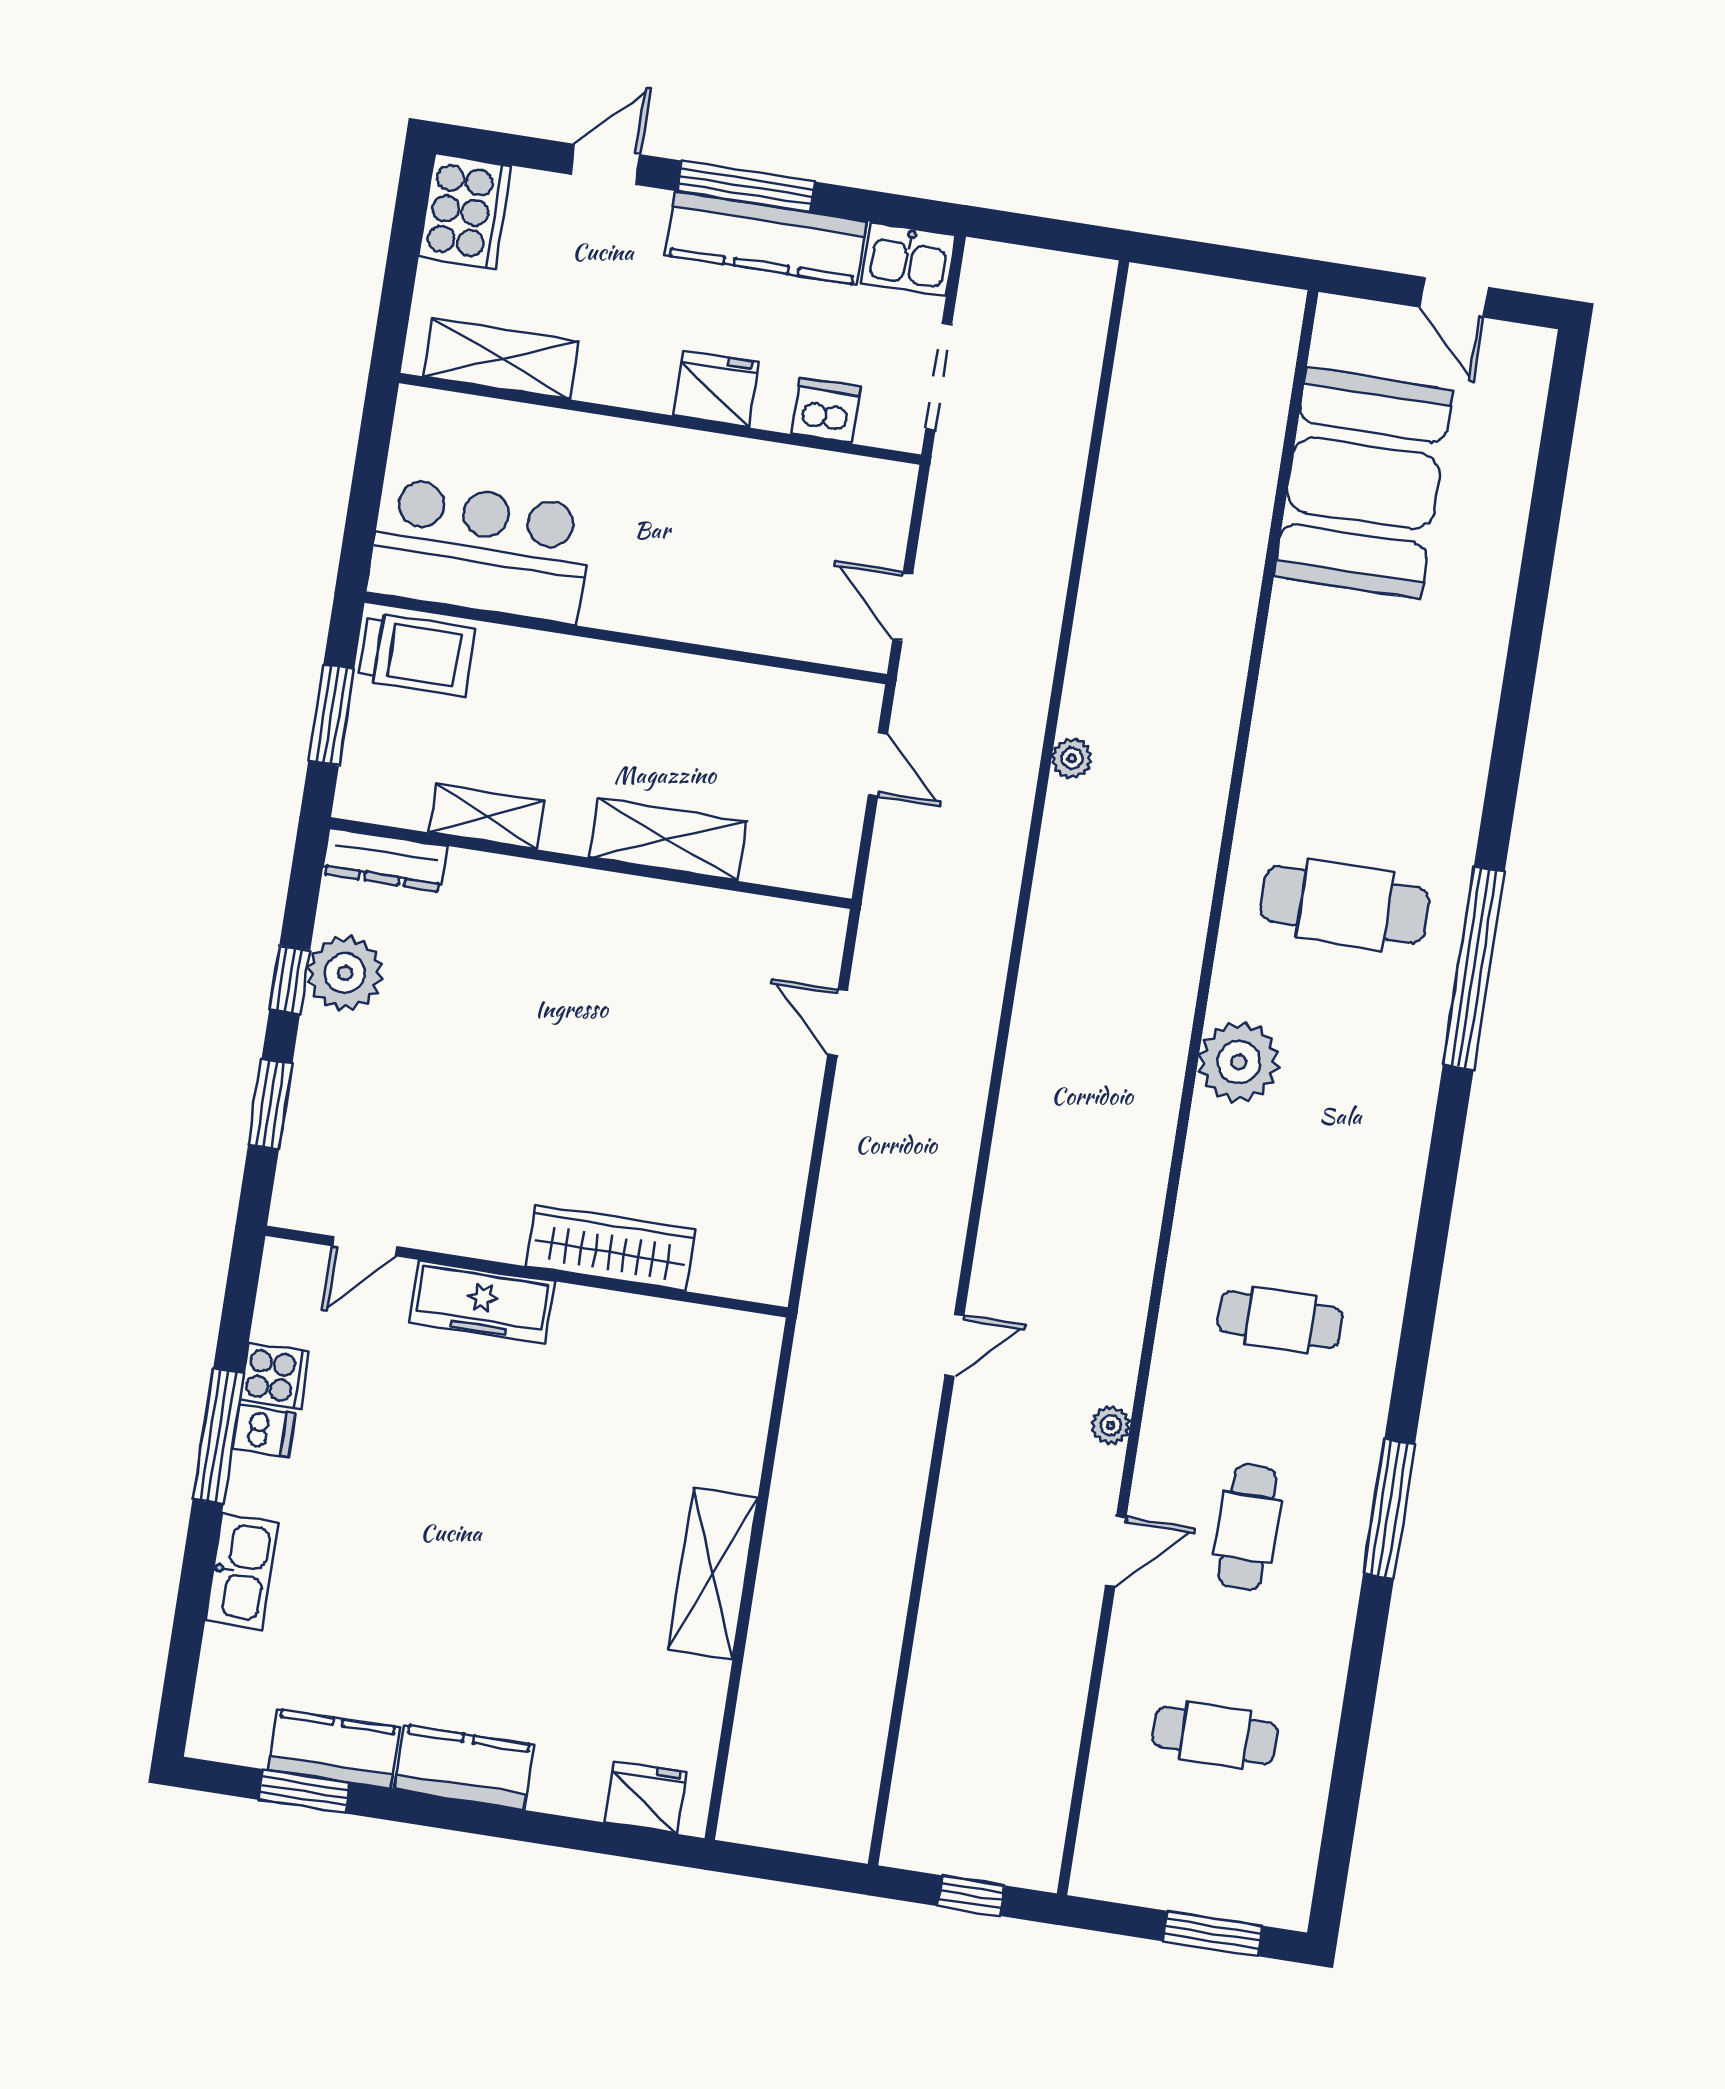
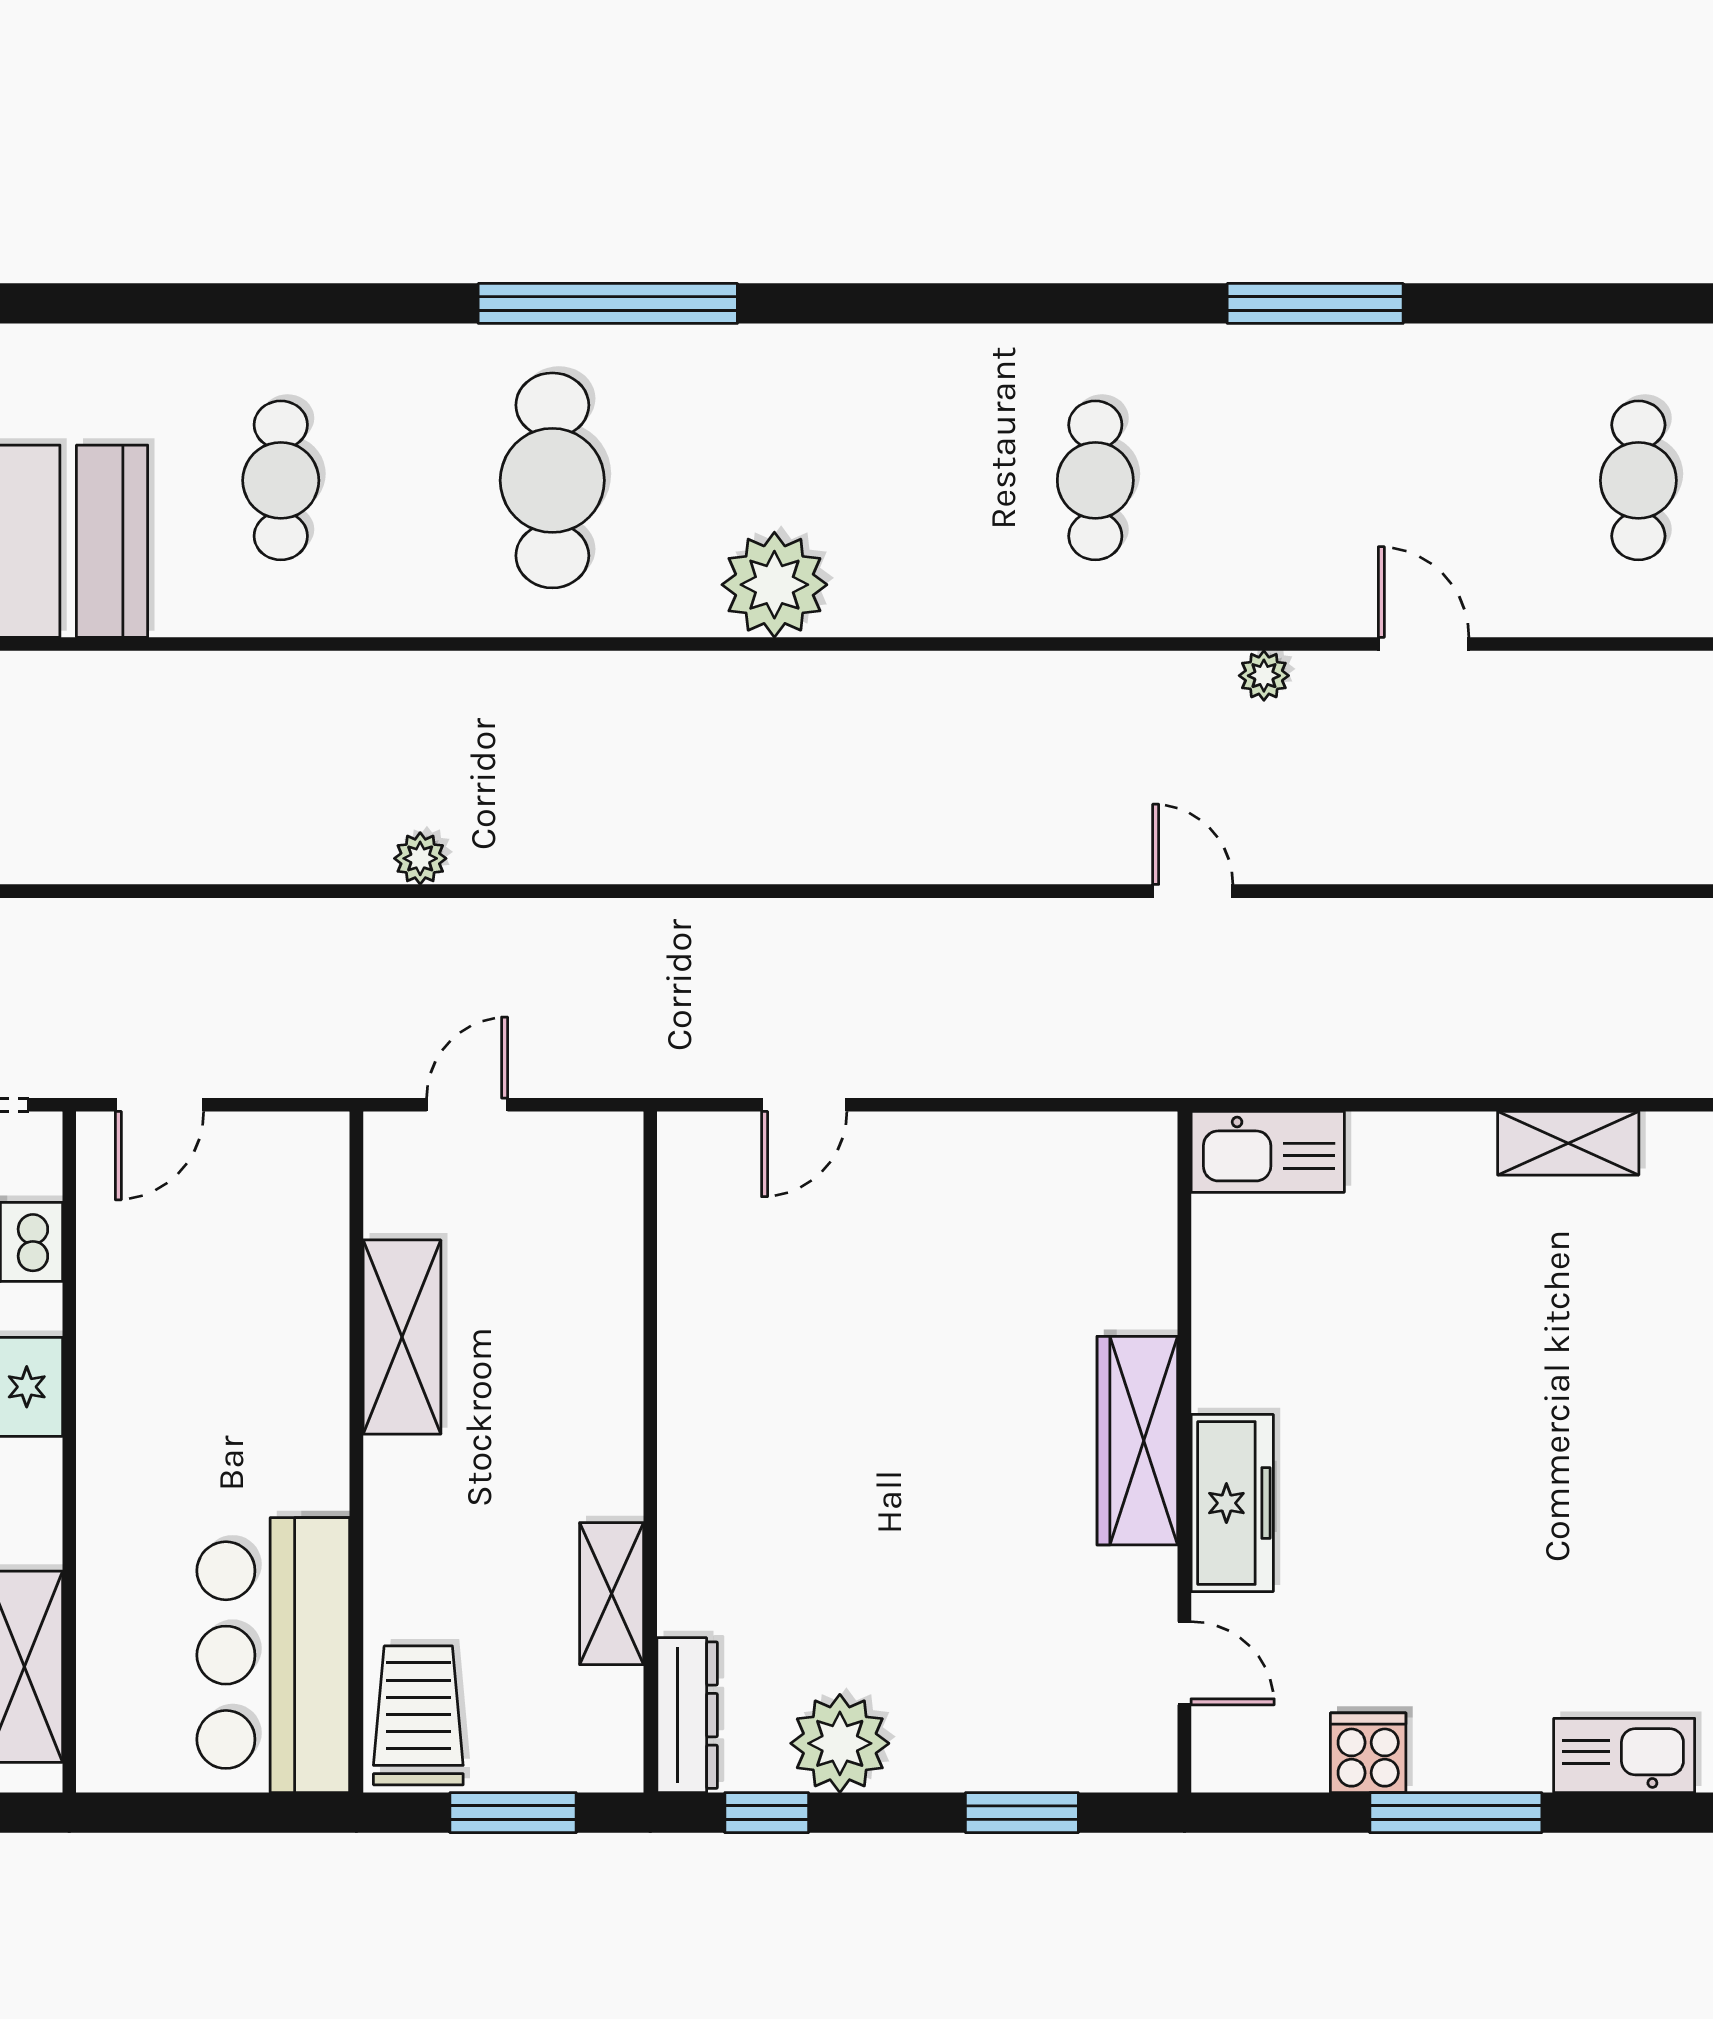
door: (903, 606) -> (160, 1105), moved
shelving: (668, 840) -> (402, 1337), moved
window: (290, 980) -> (767, 1813), moved
wardrobe: (611, 1248) -> (1137, 1441), moved
kitchen sink: (746, 1371) -> (1268, 1152), added
dishwasher: (264, 1431) -> (1440, 1755), removed
cafe table: (1248, 1527) -> (281, 480), moved, turned 90
shelving: (713, 1574) -> (1568, 1143), width x0.67, depth x0.75

